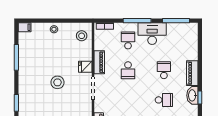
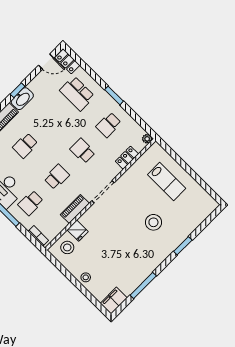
filing cabinet: (25, 27) -> (114, 301), width x2.00
fridge: (85, 67) -> (78, 231), moved
stool: (57, 82) -> (153, 222), moved
school desk: (164, 100) -> (83, 151), moved

